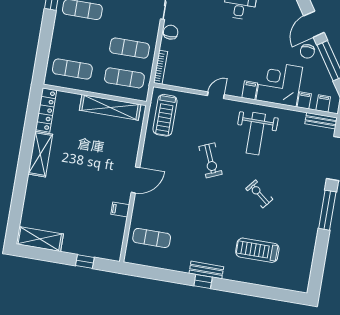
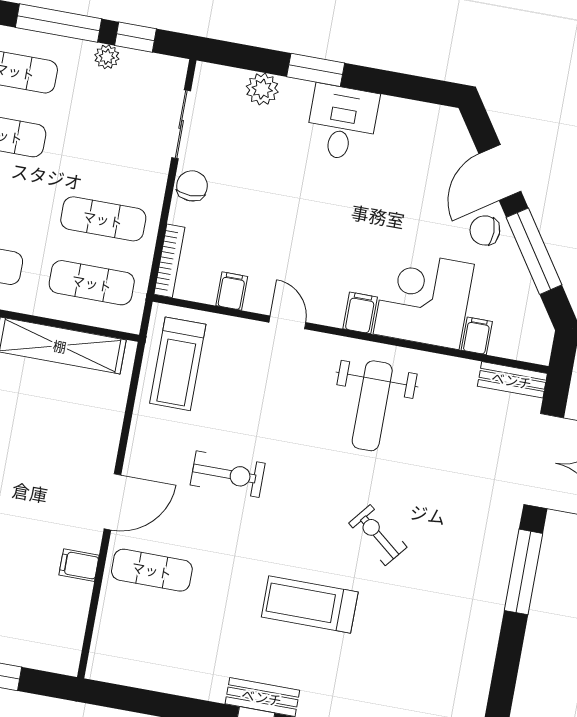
chair: (307, 51) -> (485, 230), turned 90
door: (216, 95) -> (287, 322), hinge flipped
filing cabinet: (323, 104) -> (232, 291), moved
exercise bike: (210, 160) -> (228, 474), moved, turned -67
exercise mat: (152, 238) -> (152, 570), moved
treadmill: (257, 250) -> (310, 604), moved

